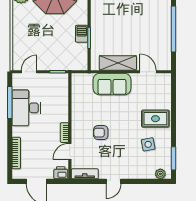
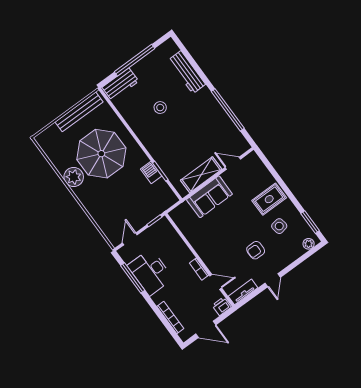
armchair: (101, 133) -> (256, 250), moved
door: (70, 151) -> (216, 282), swing flipped

